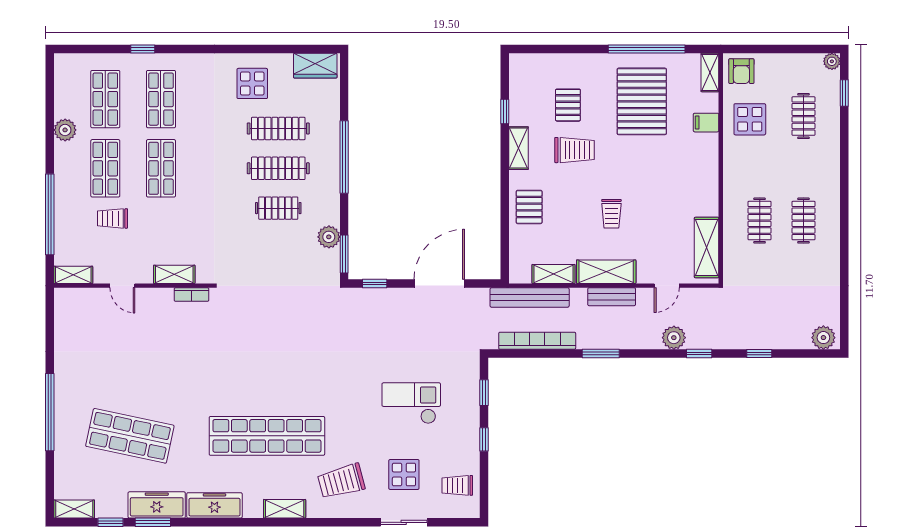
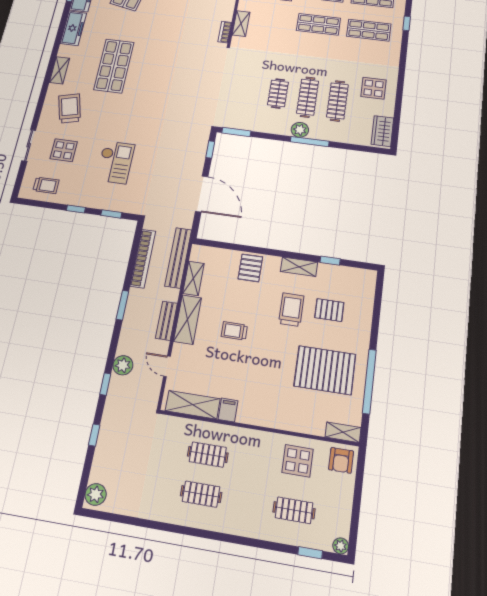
armchair: (741, 71) -> (341, 460), turned -90
filing cabinet: (706, 123) -> (228, 410), moved
trolley: (574, 150) -> (291, 310), turned 180
window: (344, 157) -> (310, 142), width x0.68
pallet: (529, 207) -> (250, 268), turned 90
plant: (329, 237) -> (300, 130), moved
shop shelf: (267, 436) -> (114, 66), width x0.71
trolley: (457, 485) -> (46, 185), turned 90

